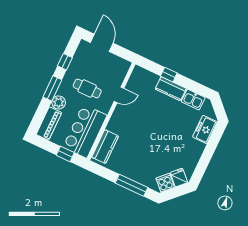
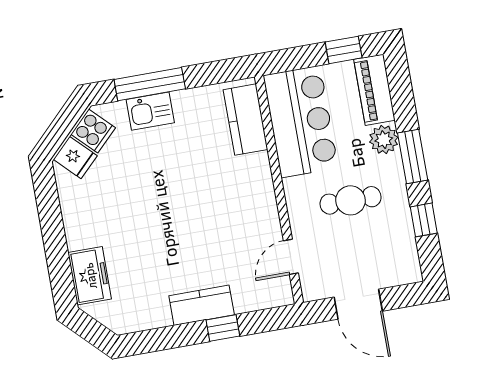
door: (102, 43) -> (358, 304), moved
door: (119, 95) -> (291, 257), moved
kitchen sink: (193, 100) -> (150, 111), moved, turned 180
window: (65, 154) -> (344, 50), moved

